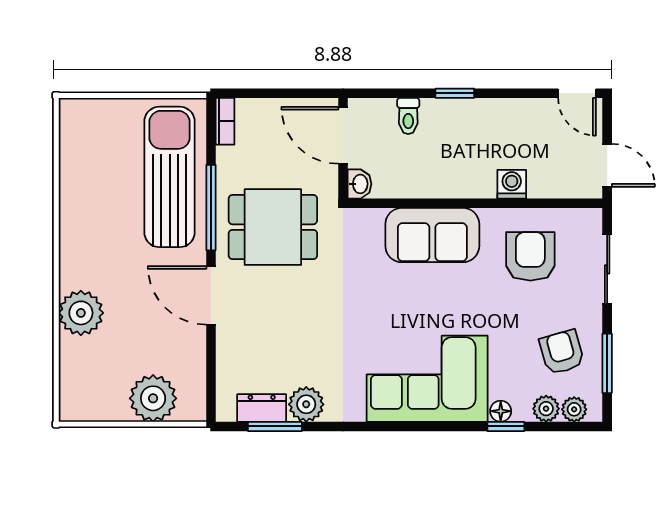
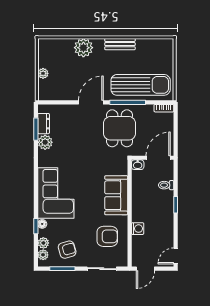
bench: (72, 226) -> (120, 44), added
plant: (153, 398) -> (43, 73), width x0.53, depth x0.53

